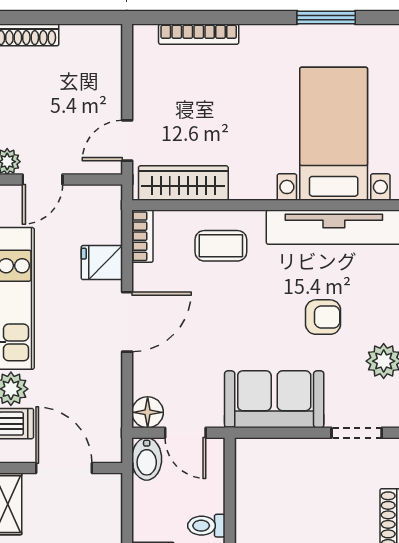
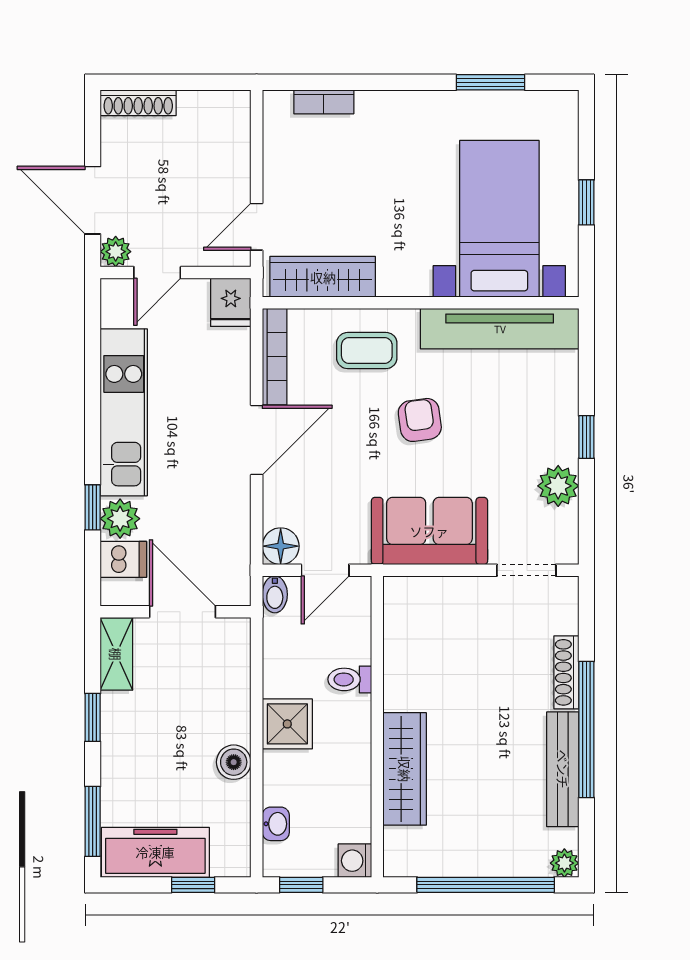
bookcase: (199, 34) -> (324, 102), width x0.64
bookcase: (142, 236) -> (275, 357), width x1.56
fridge: (102, 263) -> (231, 302), moved, turned -90
armchair: (323, 317) -> (420, 420), moved, turned -98
door: (185, 433) -> (325, 570), hinge flipped
bidet: (147, 459) -> (275, 594), width x0.72, depth x0.74

